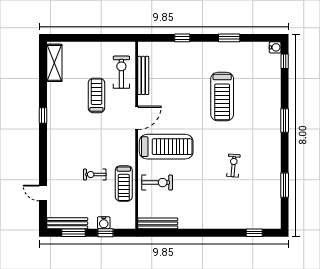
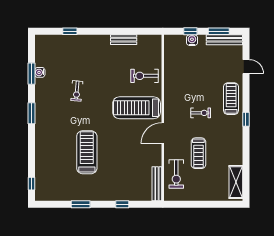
water cooler: (275, 47) -> (40, 72), moved
bench: (143, 75) -> (157, 184), moved
window: (43, 115) -> (246, 119), moved
window: (285, 120) -> (31, 113), moved
exercise bike: (95, 175) -> (201, 113), moved
treadmill: (124, 183) -> (231, 99), moved
bench: (158, 223) -> (124, 40), moved, width x0.73
window: (254, 233) -> (70, 31), moved

